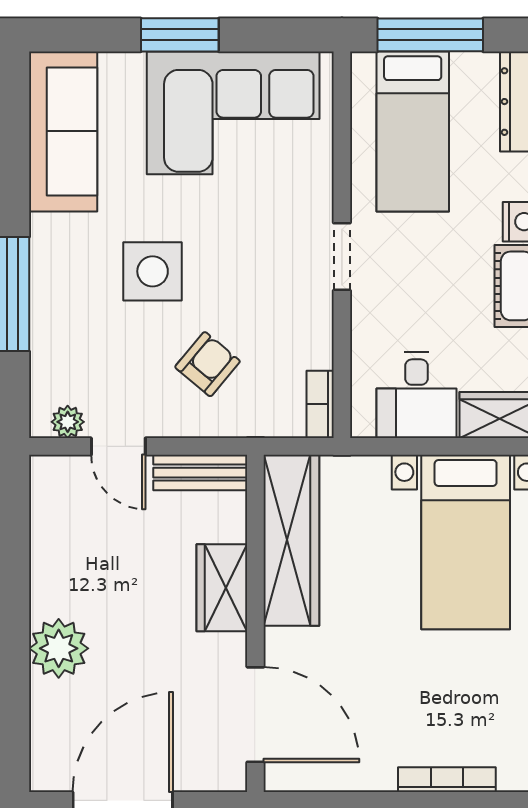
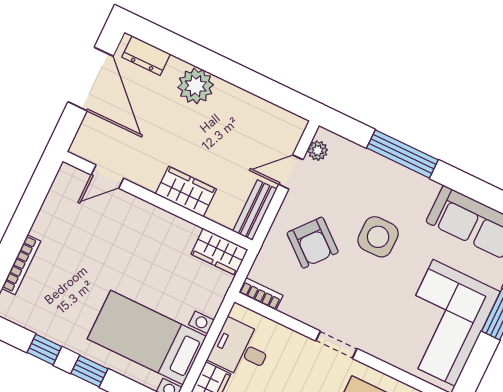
armchair: (208, 364) -> (313, 243), width x1.38, depth x1.38
wardrobe: (291, 540) -> (219, 252), width x0.48, depth x0.85
door: (255, 715) -> (107, 177), width x0.53
dresser: (49, 743) -> (146, 56), added

